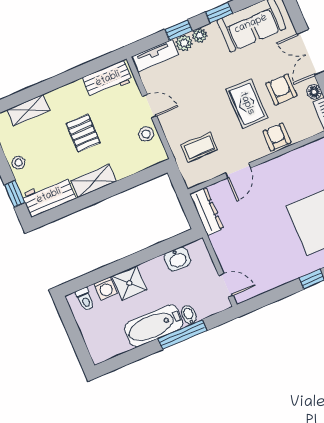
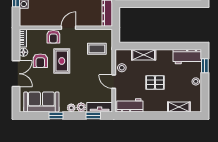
window: (179, 30) -> (93, 115), moved
pallet: (83, 133) -> (155, 82), turned 90
door: (238, 170) -> (69, 28), moved
shelving: (93, 181) -> (144, 55), moved

